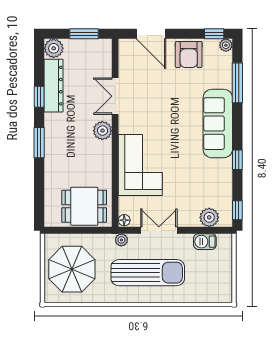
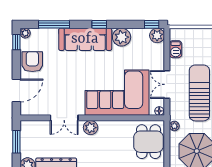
armchair: (189, 54) -> (32, 62), turned -90
window: (237, 160) -> (99, 24), moved
corner sofa: (140, 165) -> (117, 93), width x1.36, depth x1.36
plant: (221, 171) -> (122, 37), added
plant: (209, 217) -> (157, 35), moved
plant: (121, 240) -> (174, 126), moved

